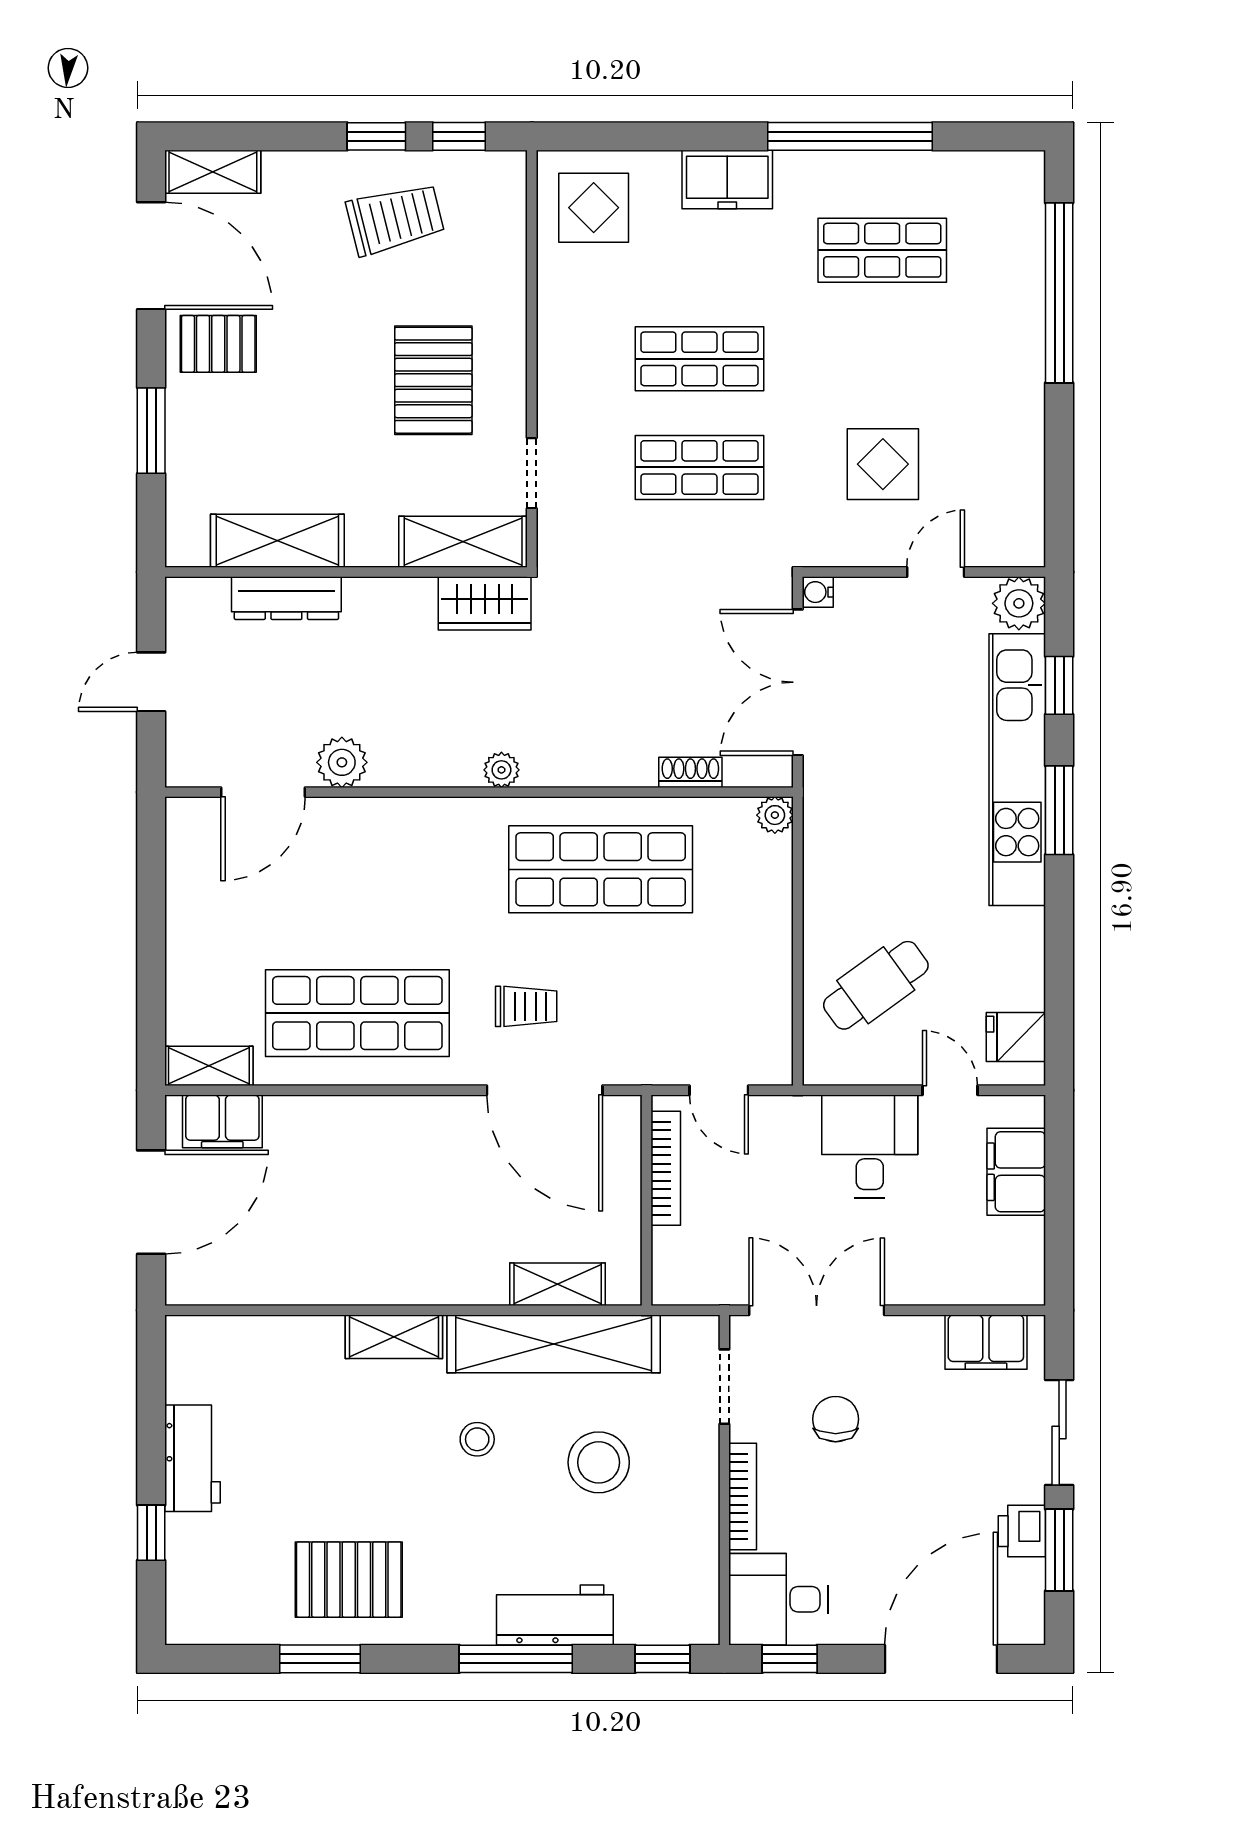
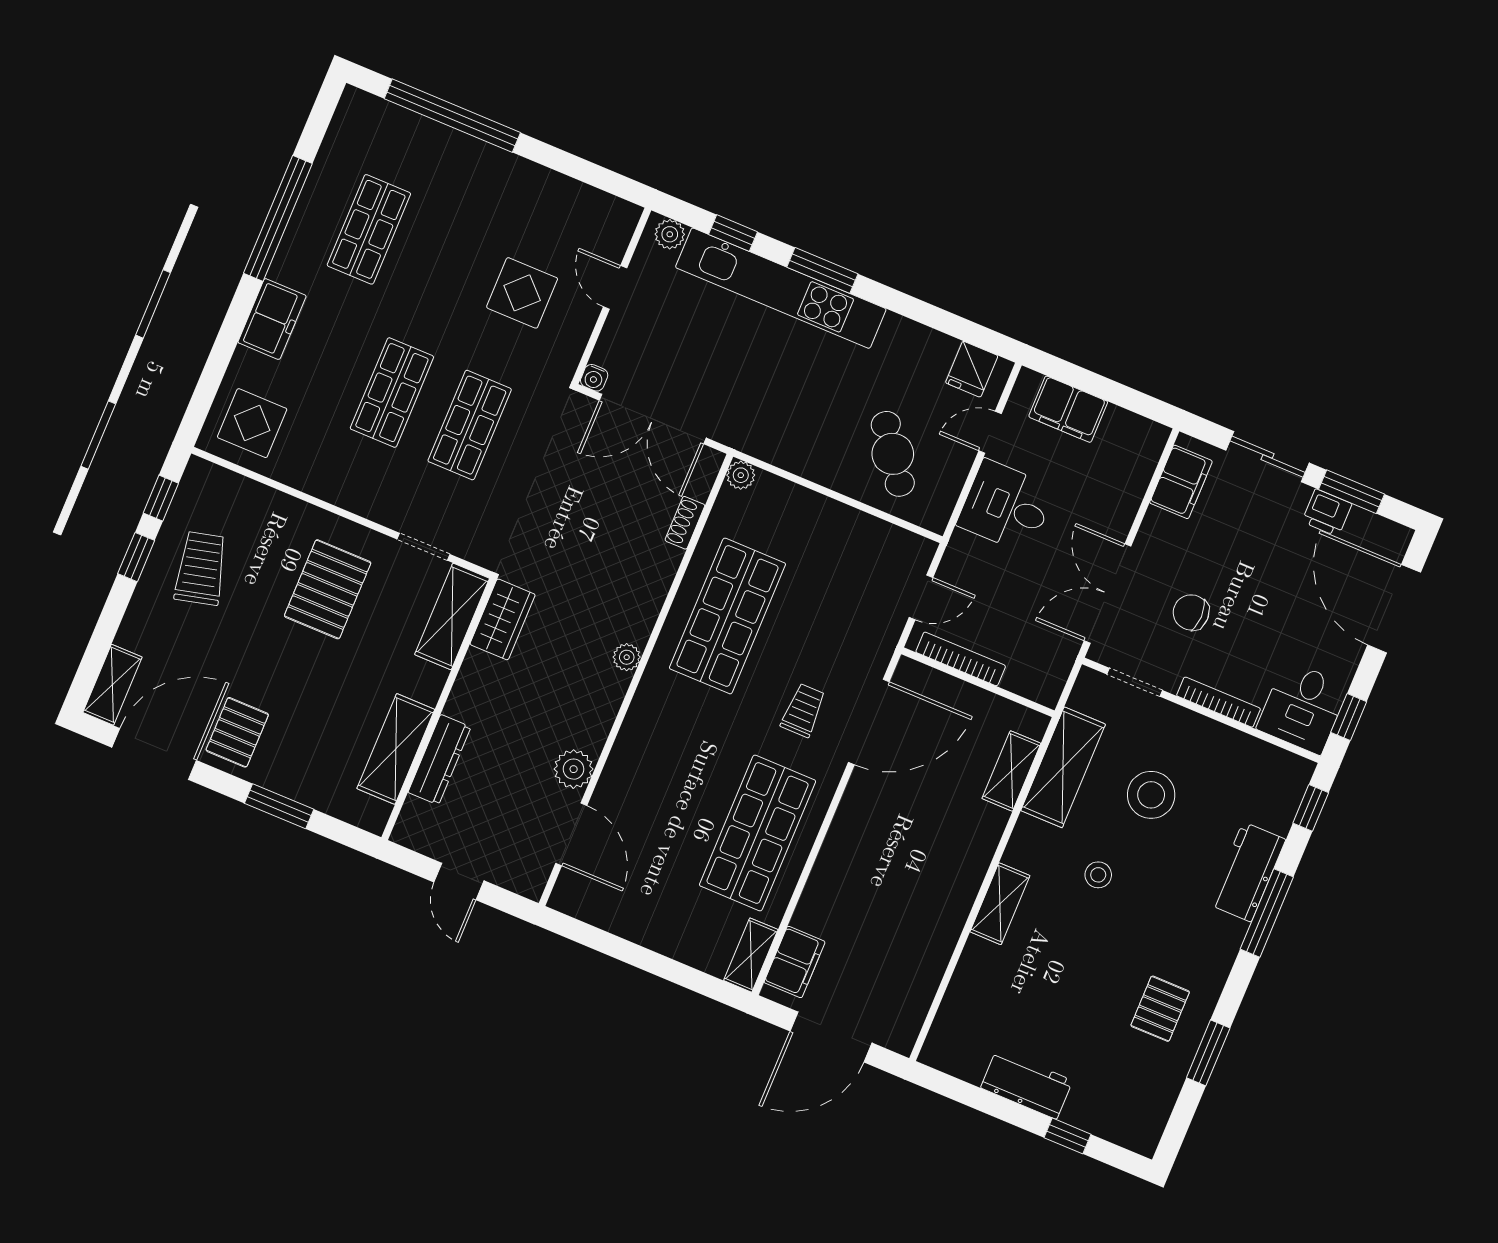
pallet: (433, 380) -> (328, 589), turned 90
plant: (1019, 603) -> (670, 234), width x0.73, depth x0.73
door: (151, 1202) -> (831, 1037), swing flipped
shelving: (554, 1344) -> (1063, 767), width x0.68
pallet: (349, 1580) -> (1160, 1009), width x0.67, depth x0.71

